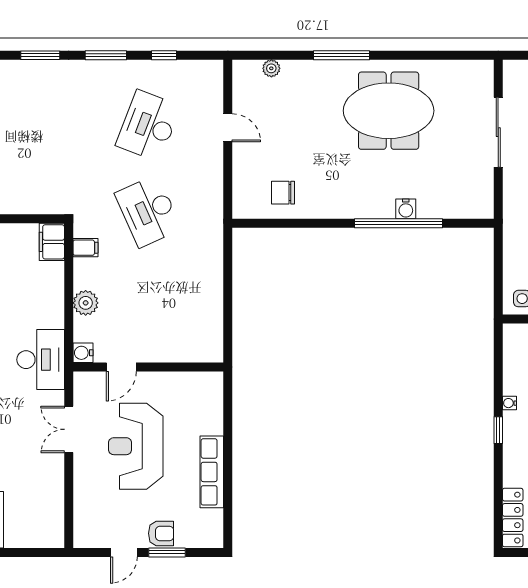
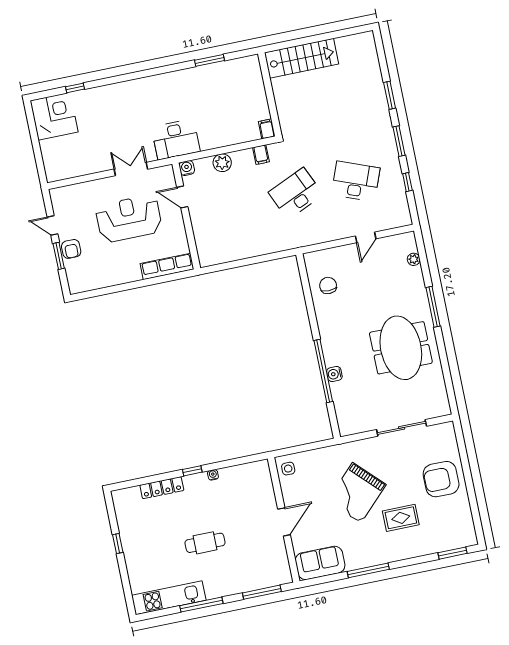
filing cabinet: (52, 242) -> (267, 129), width x0.50
row of seats: (212, 472) -> (167, 266), moved
locker: (513, 518) -> (162, 488), moved

